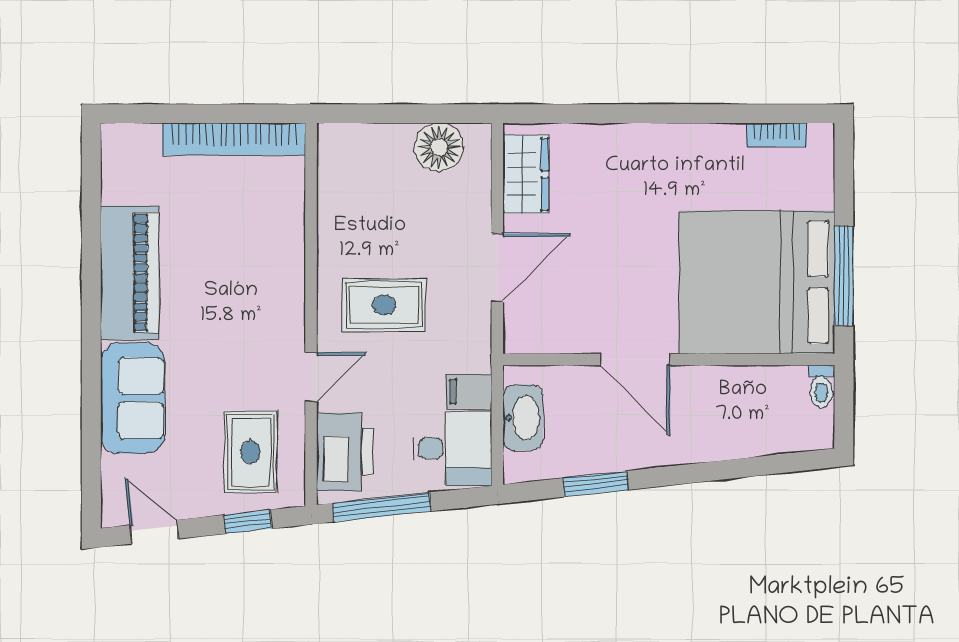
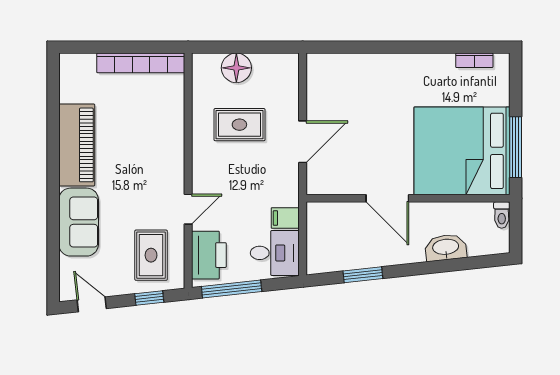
floor lamp: (439, 147) -> (236, 68), moved
wardrobe: (526, 174) -> (320, 85), removed
rug: (384, 305) -> (239, 125), moved
washbasin: (523, 418) -> (446, 248), moved, turned -96

